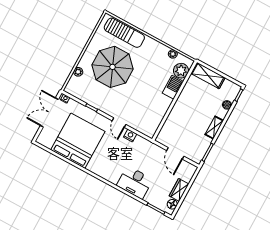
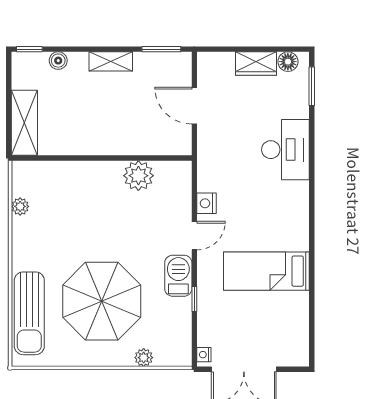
sun lounger: (124, 33) -> (29, 313), turned 180
plant: (181, 71) -> (138, 176), moved
barbecue: (173, 87) -> (178, 276), moved, turned 90
bed: (78, 141) -> (266, 271), width x0.49
door: (175, 153) -> (194, 106), swing flipped

